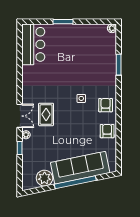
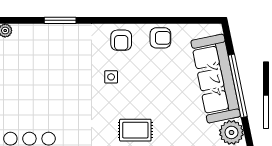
armchair: (106, 105) -> (121, 40), turned -90
armchair: (107, 131) -> (160, 38), turned 180

